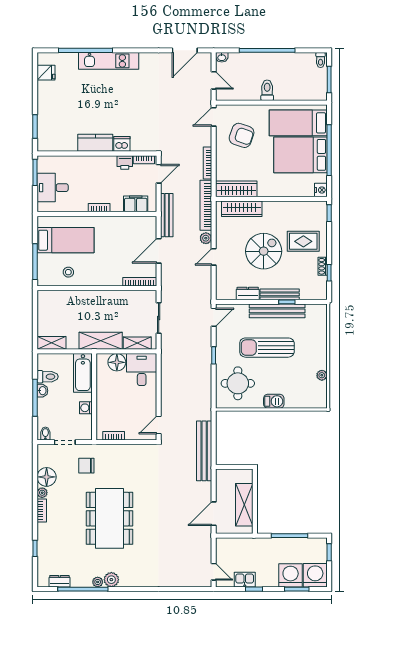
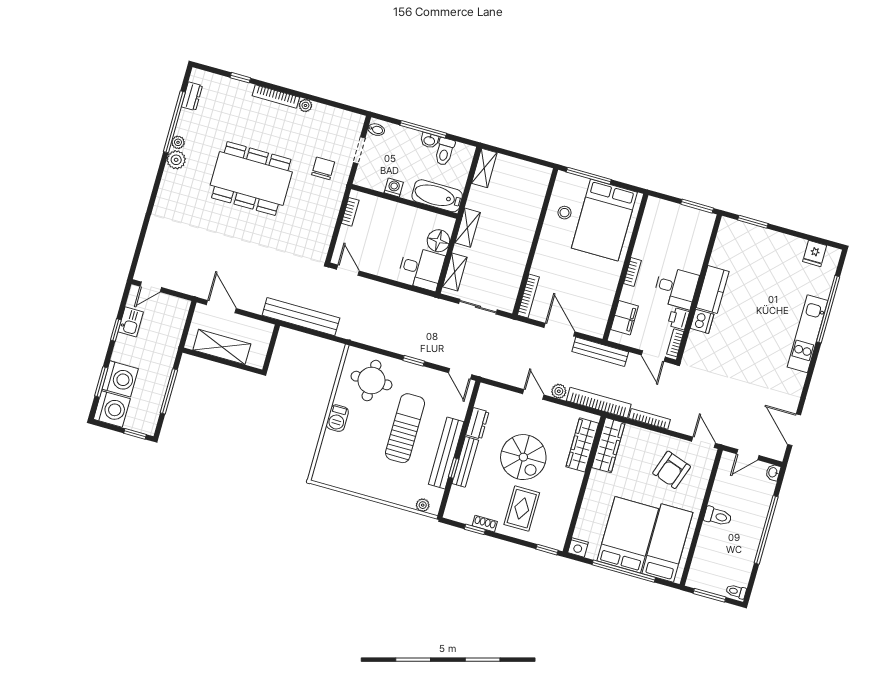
desk: (53, 188) -> (676, 288), moved, turned 90
bed: (65, 240) -> (604, 220), width x1.50
shelving: (101, 341) -> (468, 228), width x0.67, depth x0.75
plant: (322, 375) -> (423, 505), moved
floor lamp: (47, 477) -> (323, 116), removed
bookcase: (42, 511) -> (276, 97), width x1.56

